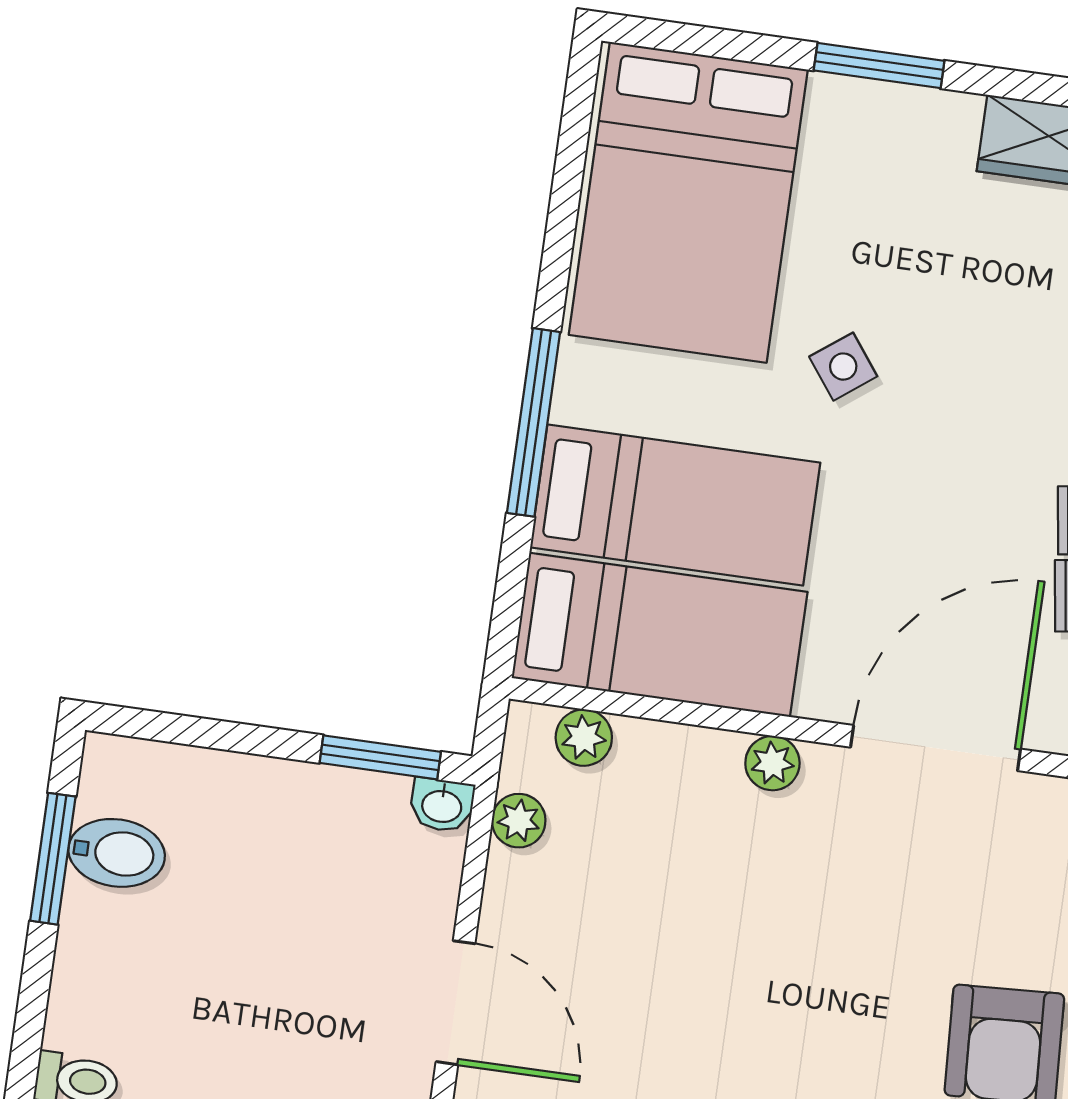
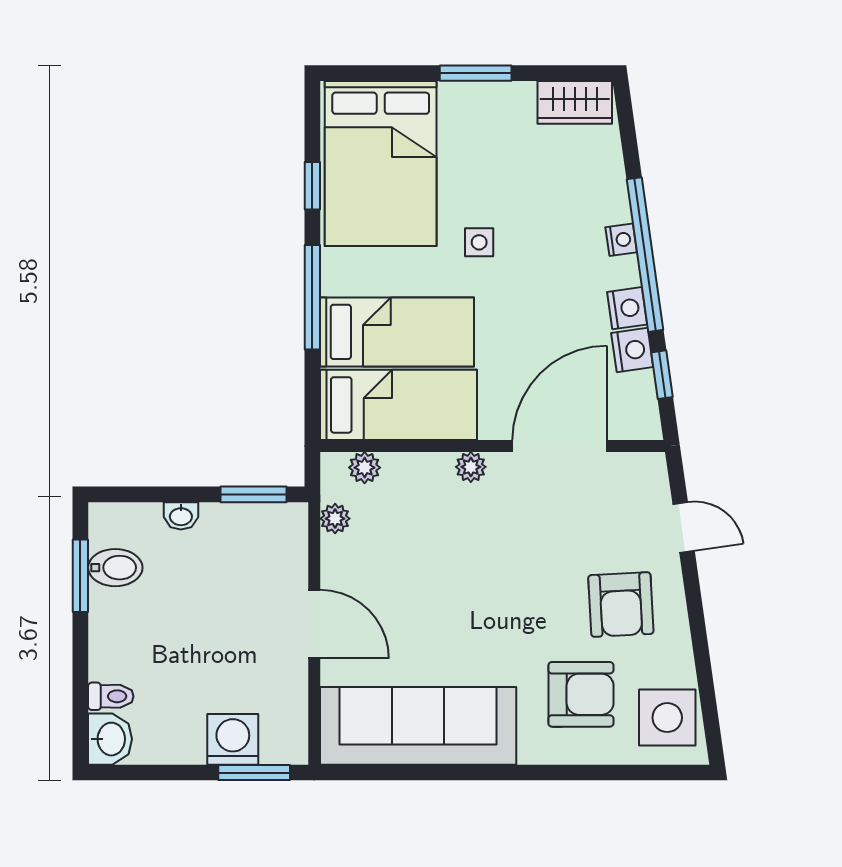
window: (561, 224) -> (312, 186), added
side table: (843, 367) -> (479, 242), turned 37
washbasin: (442, 805) -> (181, 516), moved

